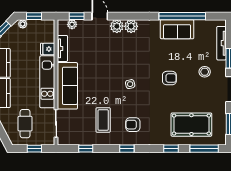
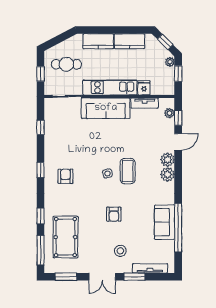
coffee table: (103, 120) -> (128, 171), moved, turned 90

